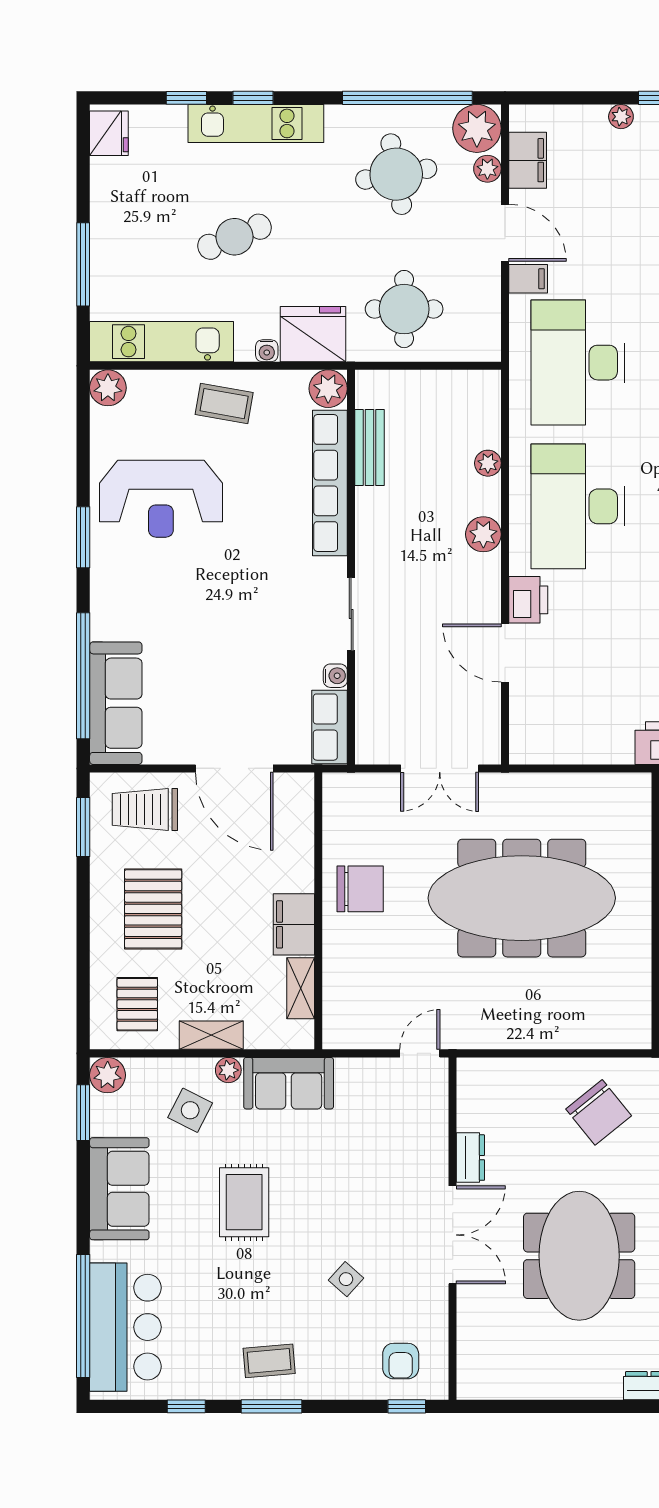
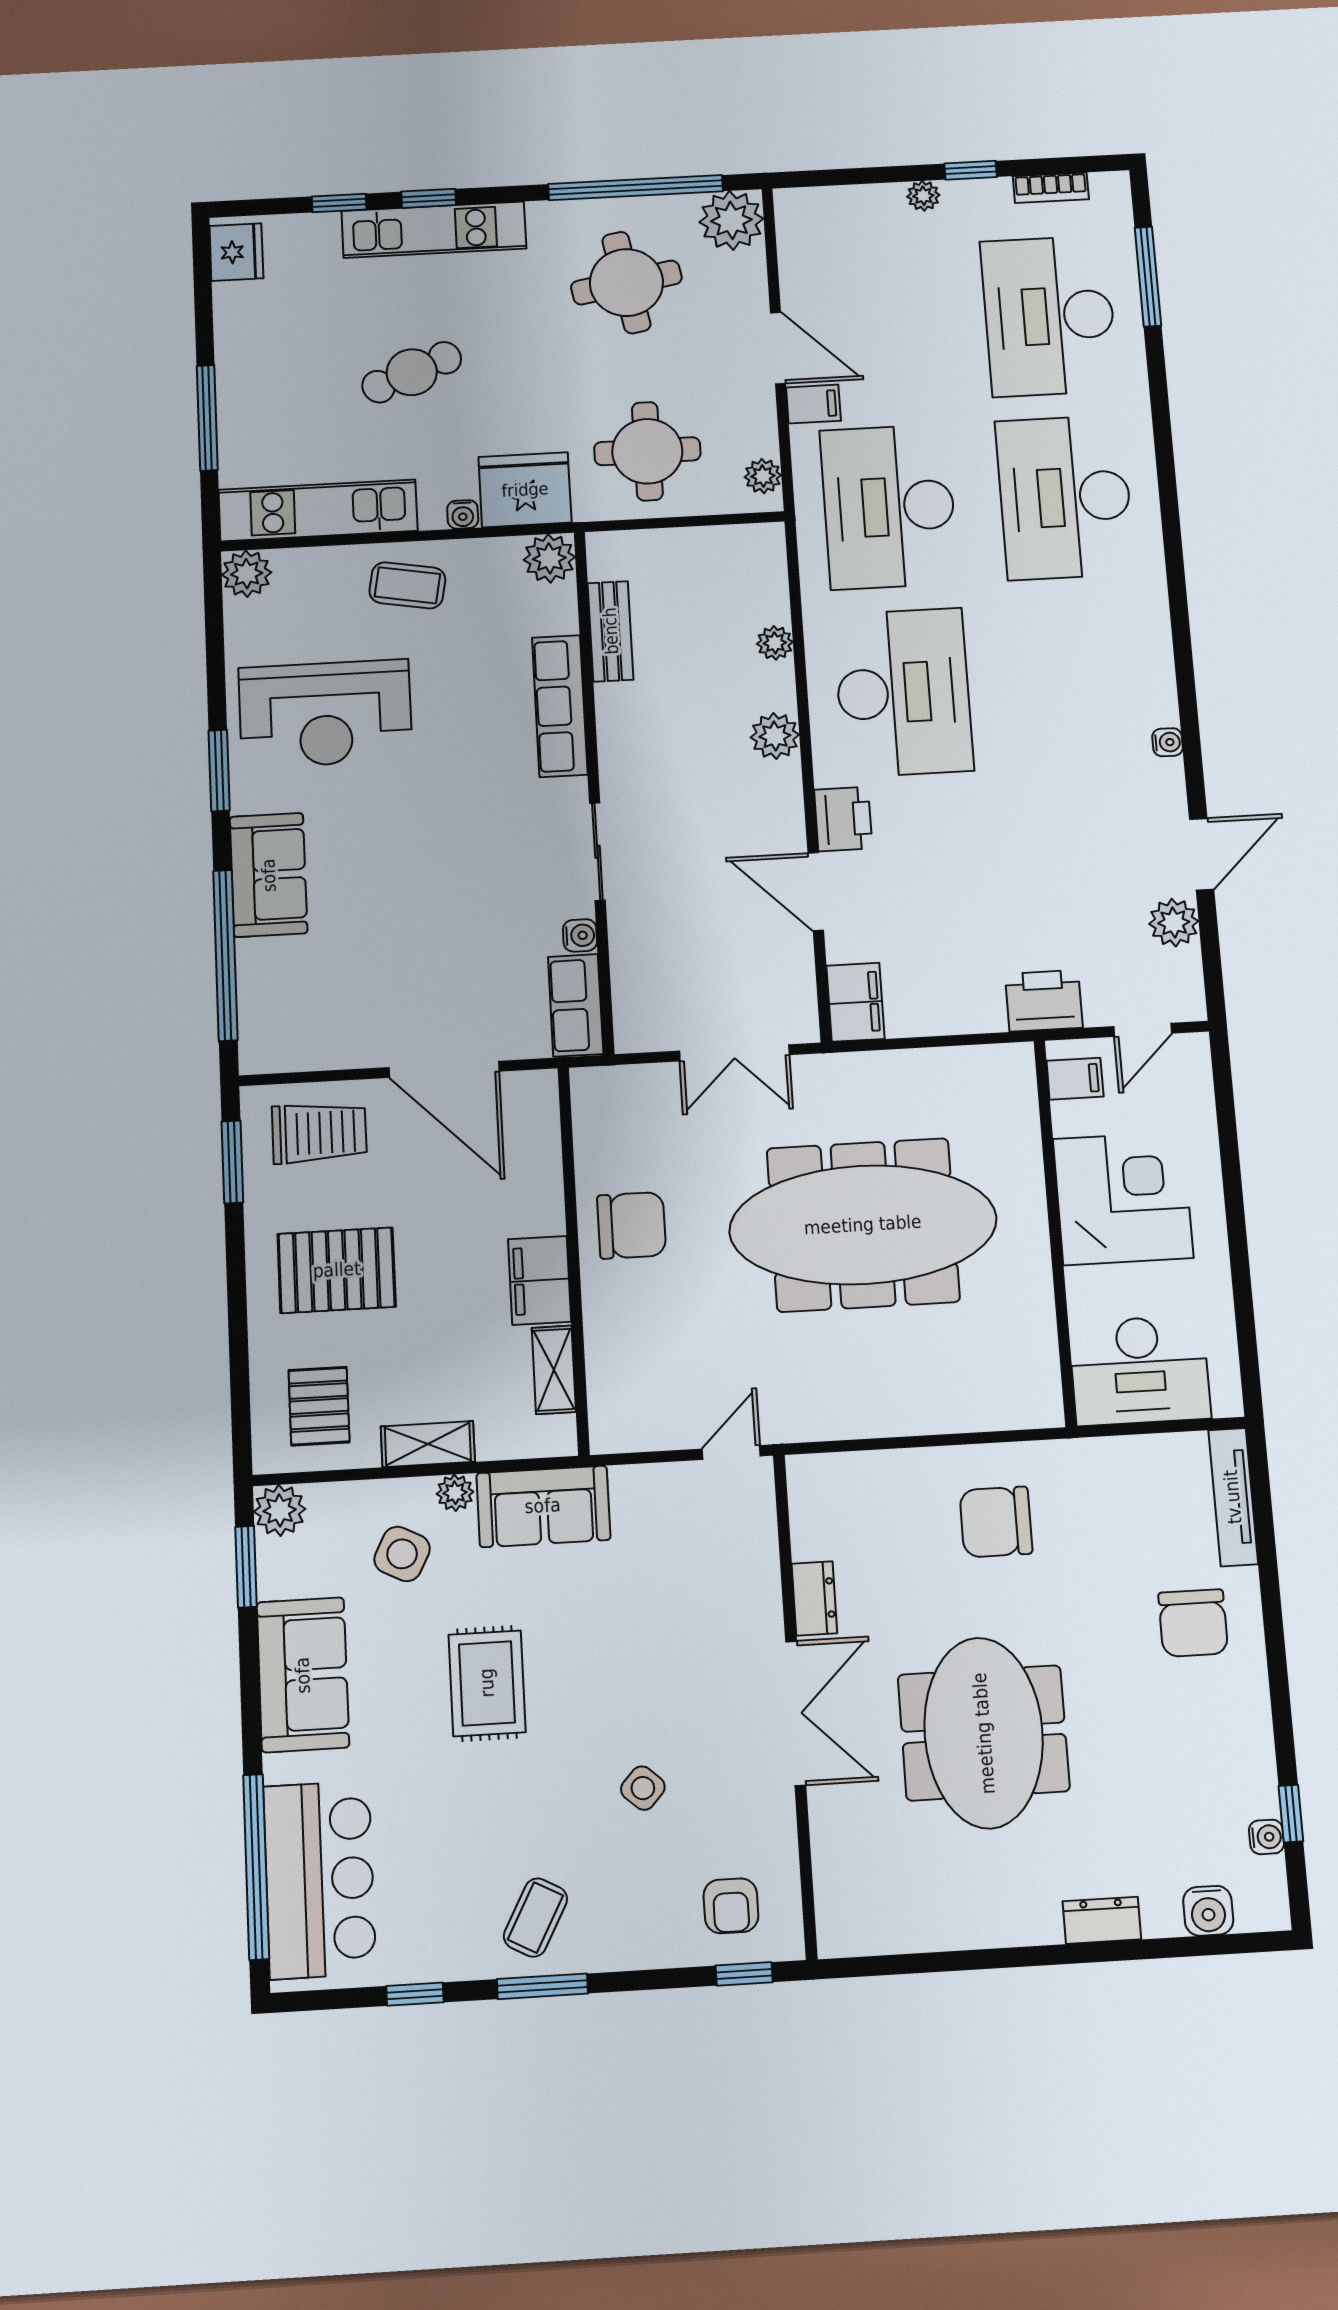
filing cabinet: (528, 160) -> (855, 1002), moved
plant: (487, 169) -> (763, 476), moved
row of seats: (330, 483) -> (560, 706), width x0.73
desk: (578, 506) -> (903, 692), turned 180
sofa: (116, 703) -> (269, 875), moved, width x0.73
trolley: (145, 809) -> (319, 1133), turned 180
pallet: (153, 909) -> (337, 1270), turned 90
chair: (599, 1112) -> (996, 1522), turned 129
coffee table: (269, 1361) -> (535, 1918), turned -57

